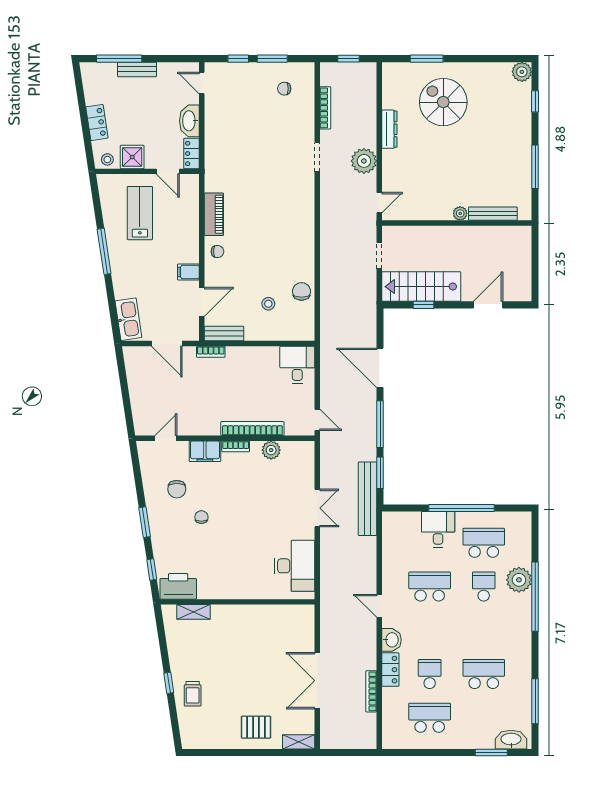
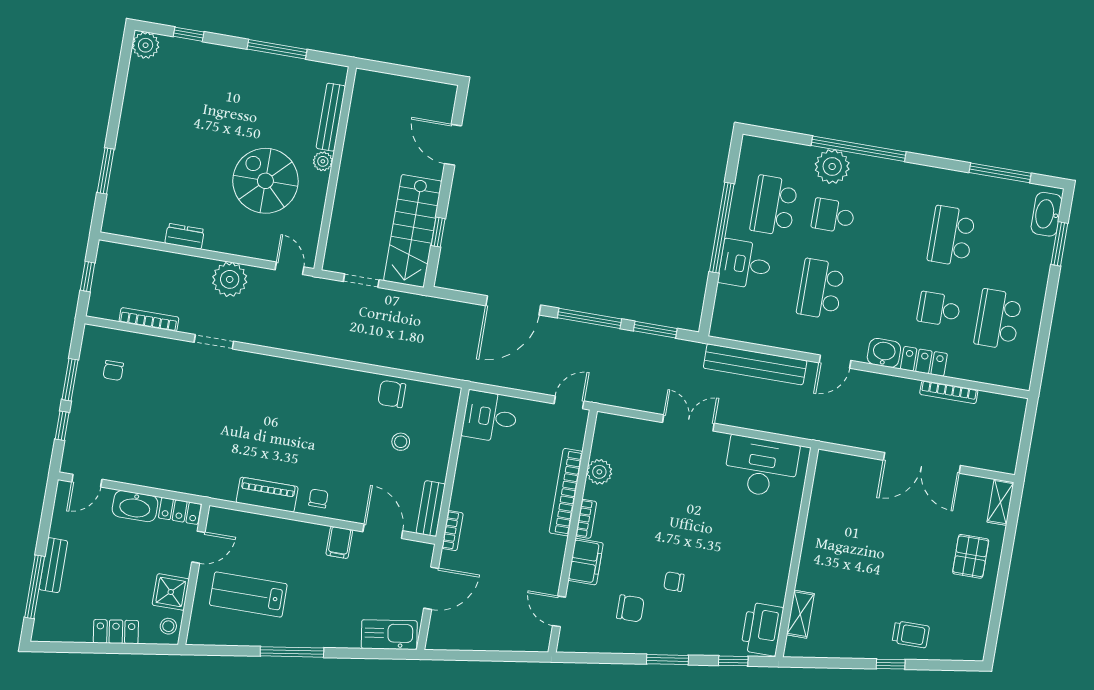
spiral stairs: (443, 102) -> (265, 181), moved, turned 90
dresser: (389, 129) -> (185, 236), width x0.70
bench: (367, 499) -> (755, 364), moved

